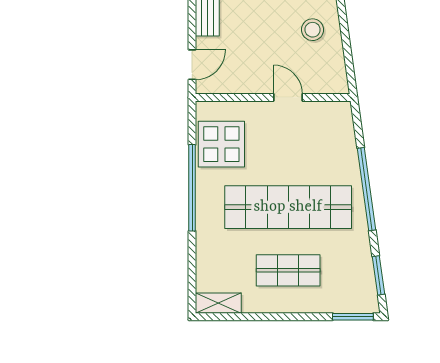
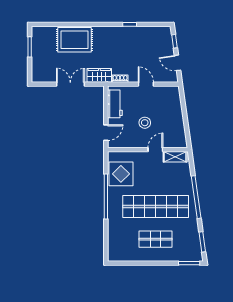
stool: (313, 30) -> (145, 123), moved
door: (288, 97) -> (155, 150), hinge flipped
shelving: (218, 303) -> (175, 157), moved

